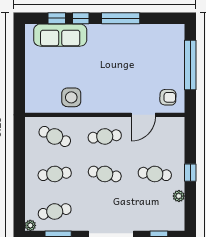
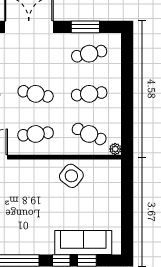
side table: (71, 97) -> (71, 176), turned 38
plant: (30, 225) -> (115, 149), moved

